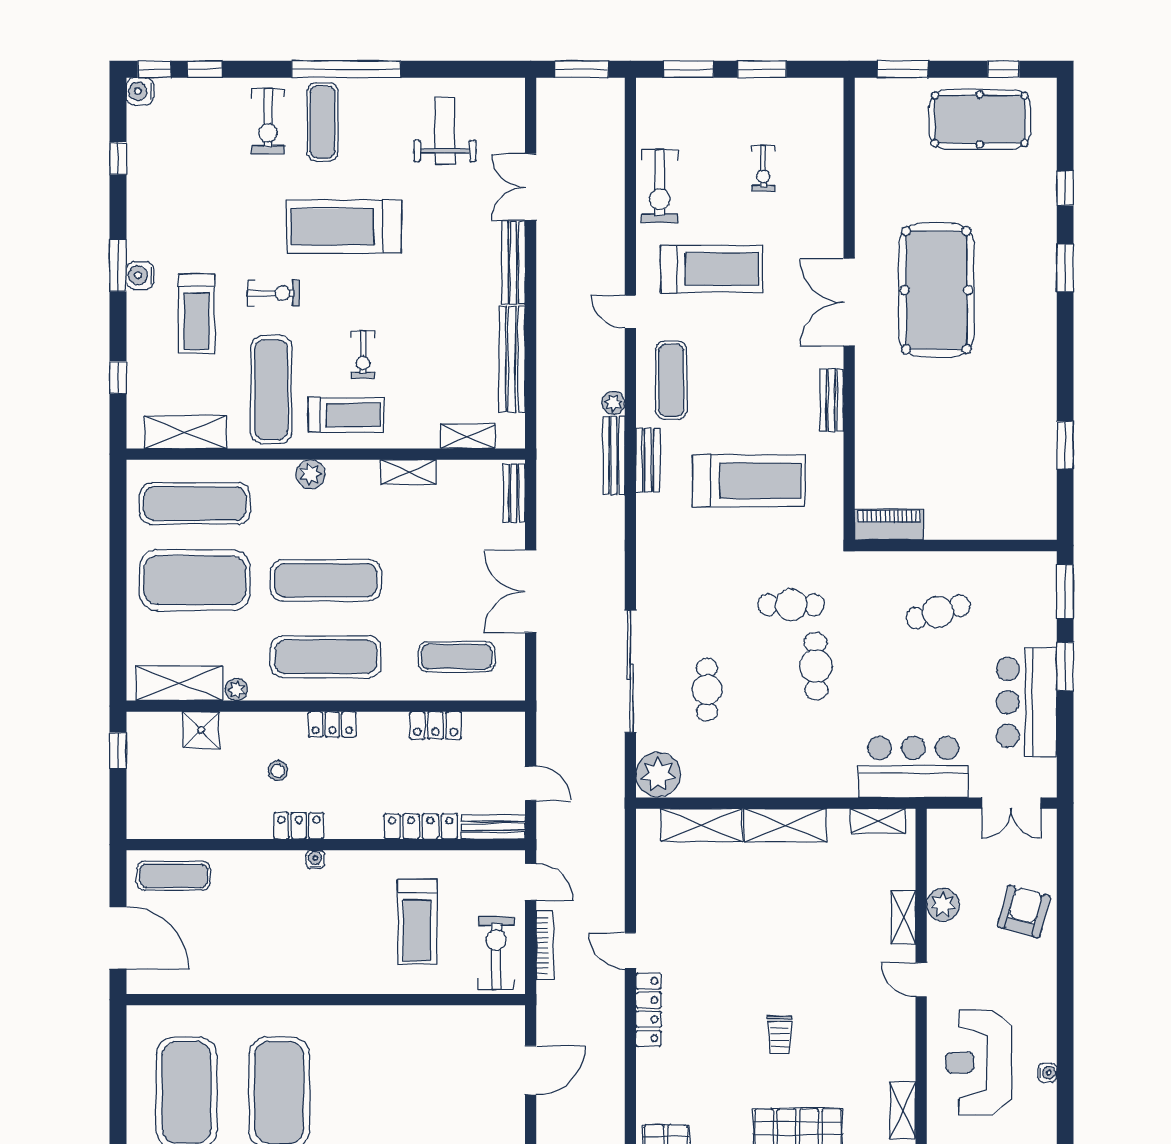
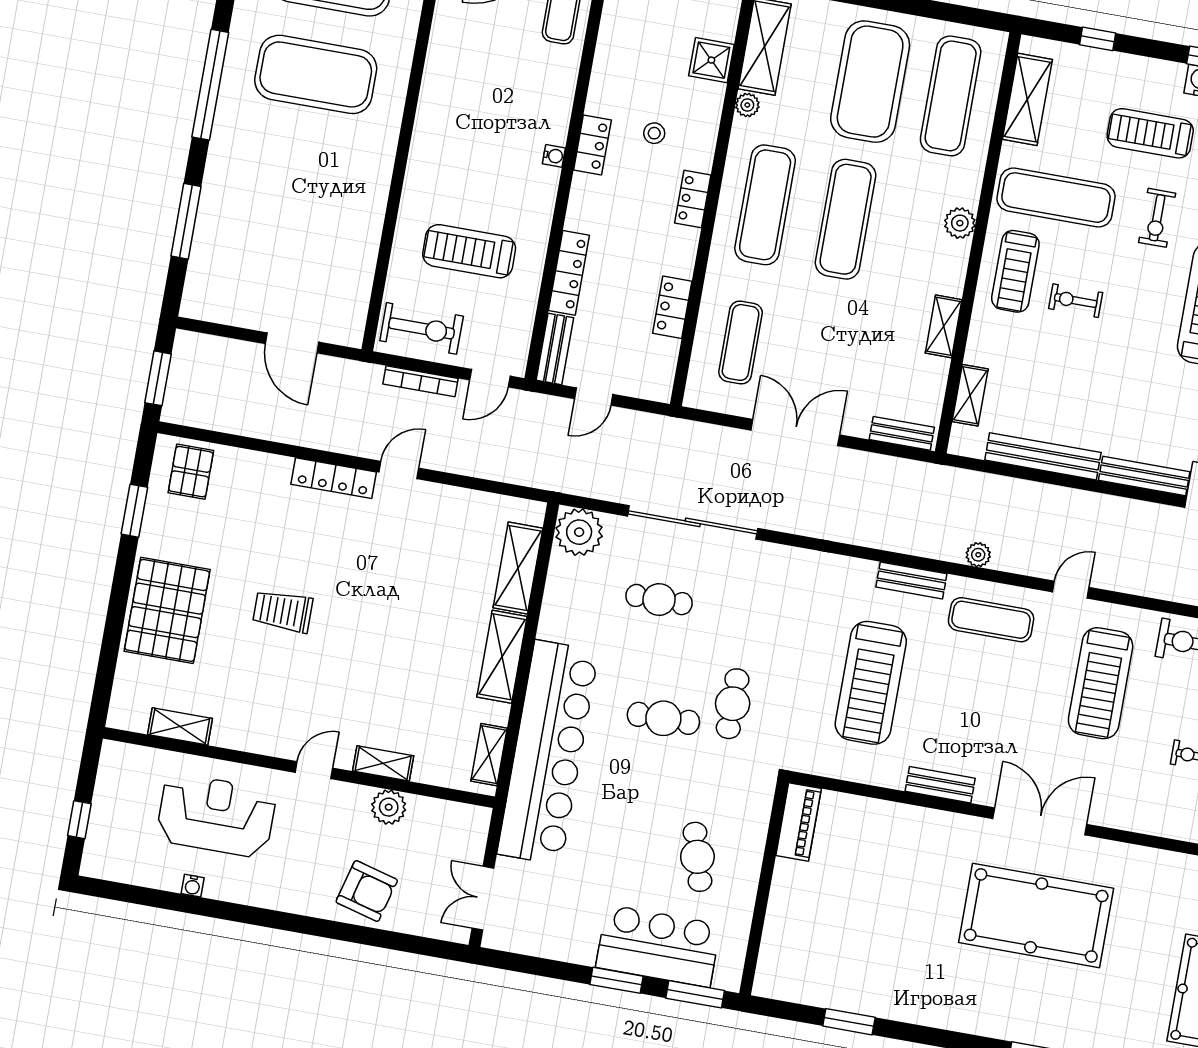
bench: (614, 455) -> (923, 545), removed
bar counter: (1027, 702) -> (658, 946), moved
bar counter: (913, 767) -> (548, 752), width x1.86
trolley: (780, 1035) -> (283, 611), width x1.36, depth x1.39

